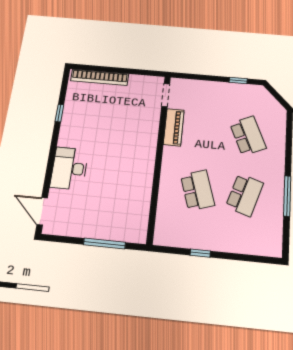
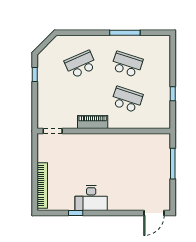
piano: (174, 127) -> (93, 122), moved
desk: (69, 168) -> (91, 198), moved
school desk: (197, 190) -> (127, 100), turned 36

